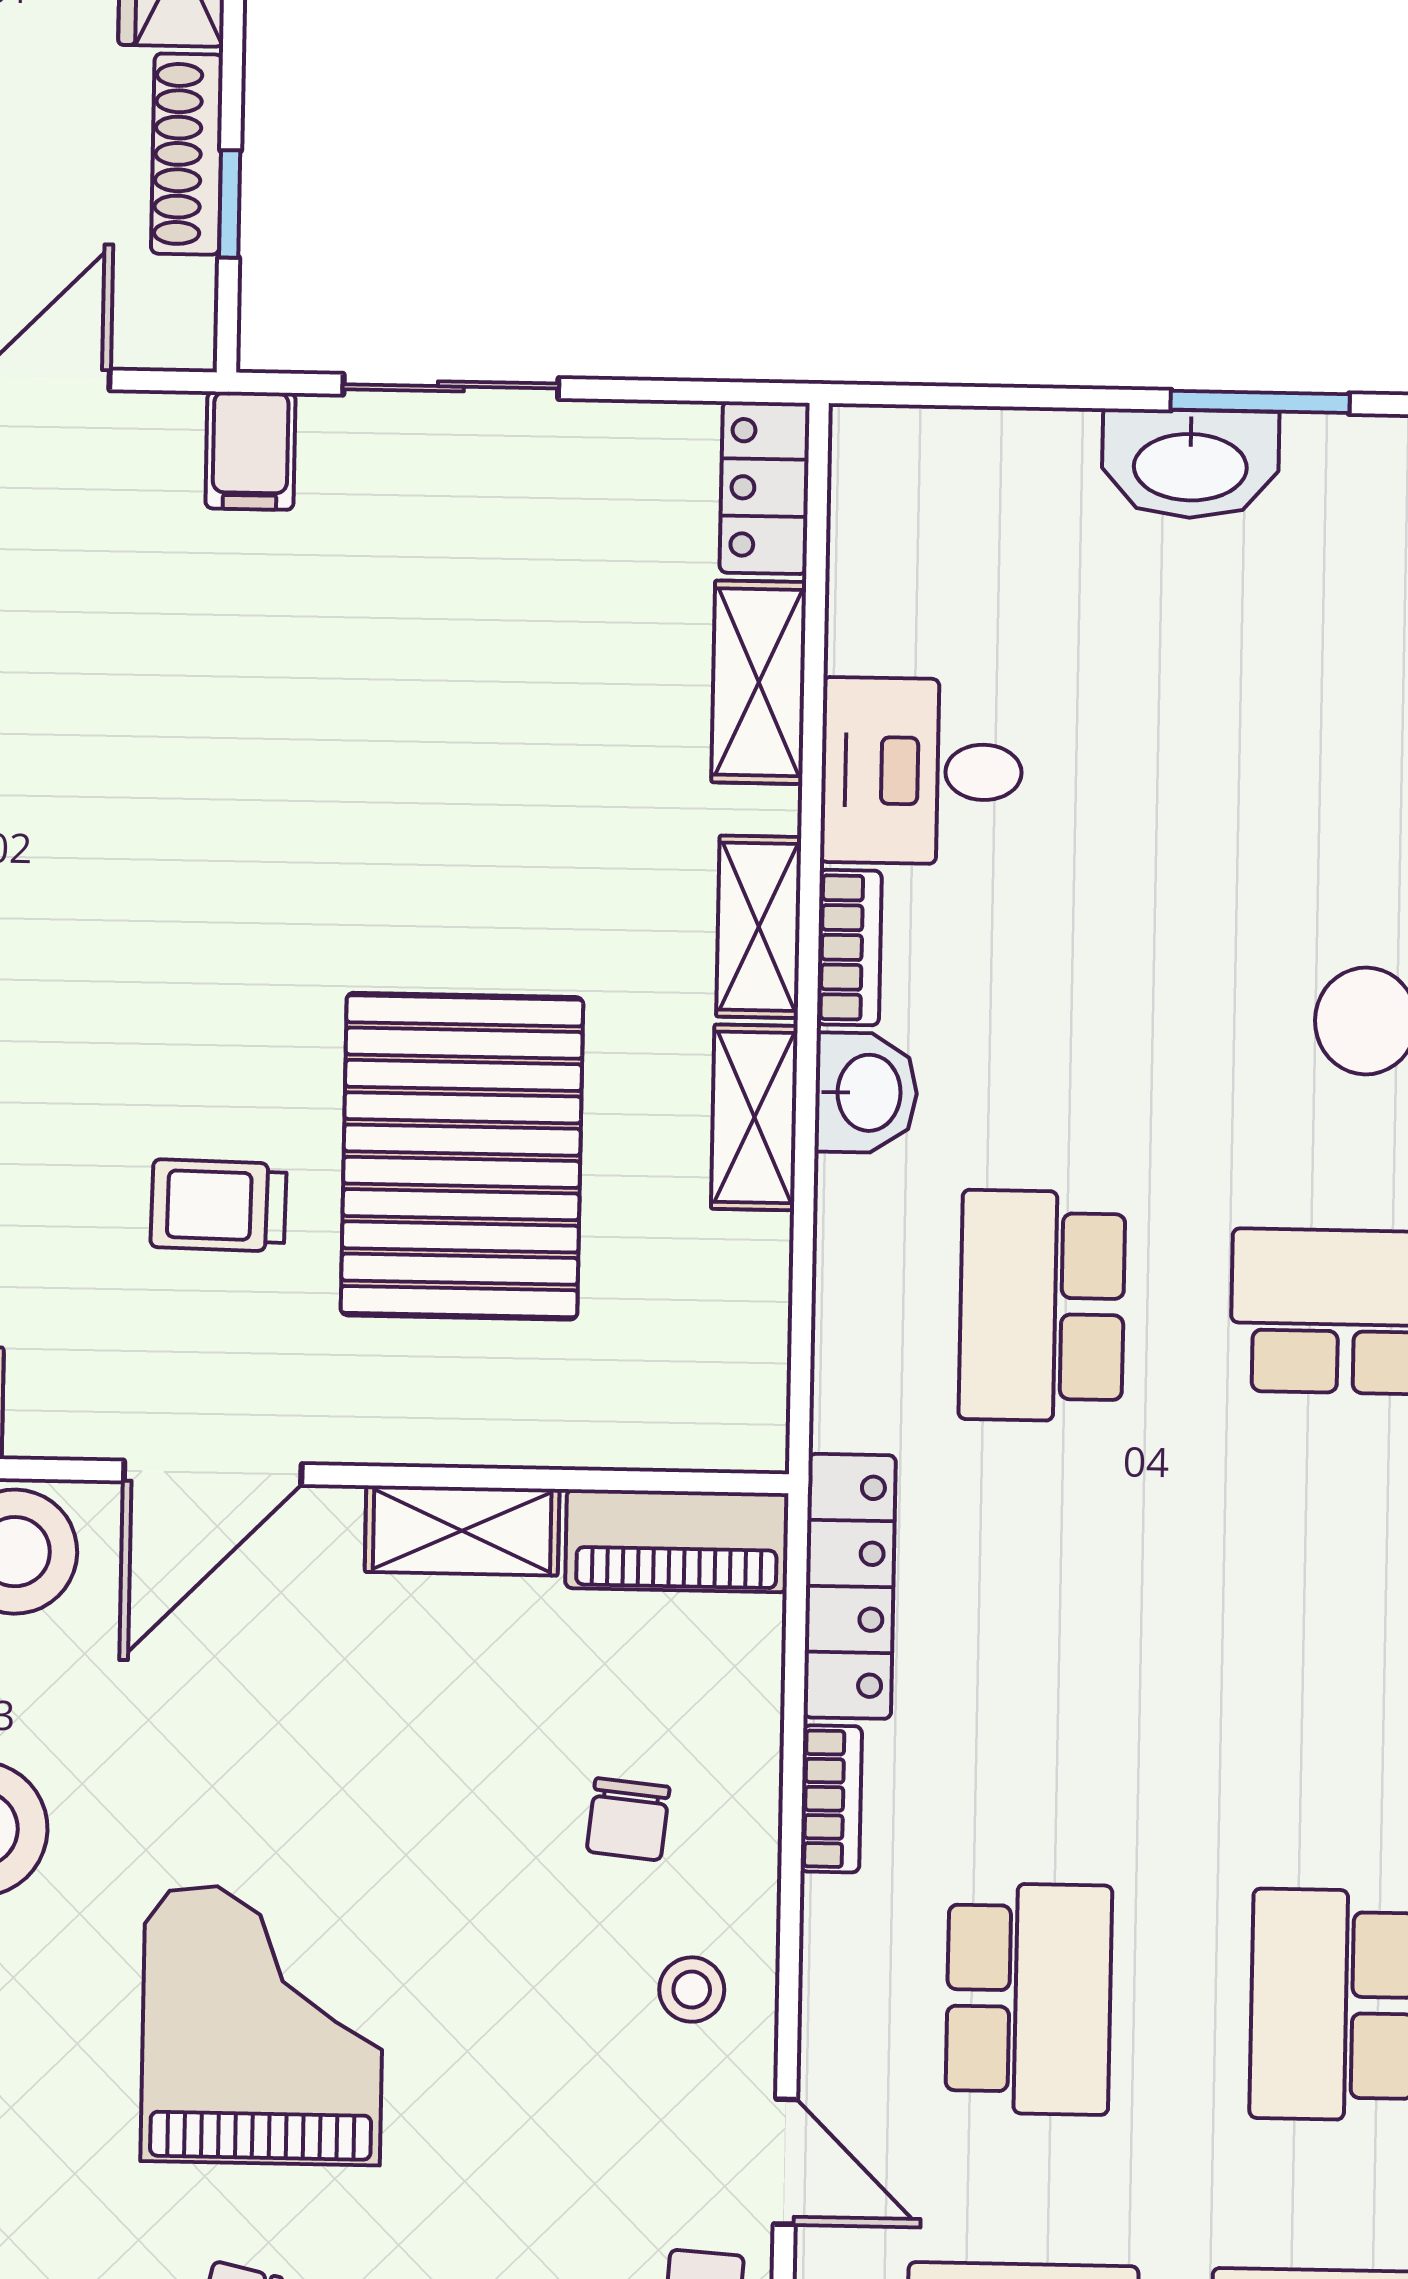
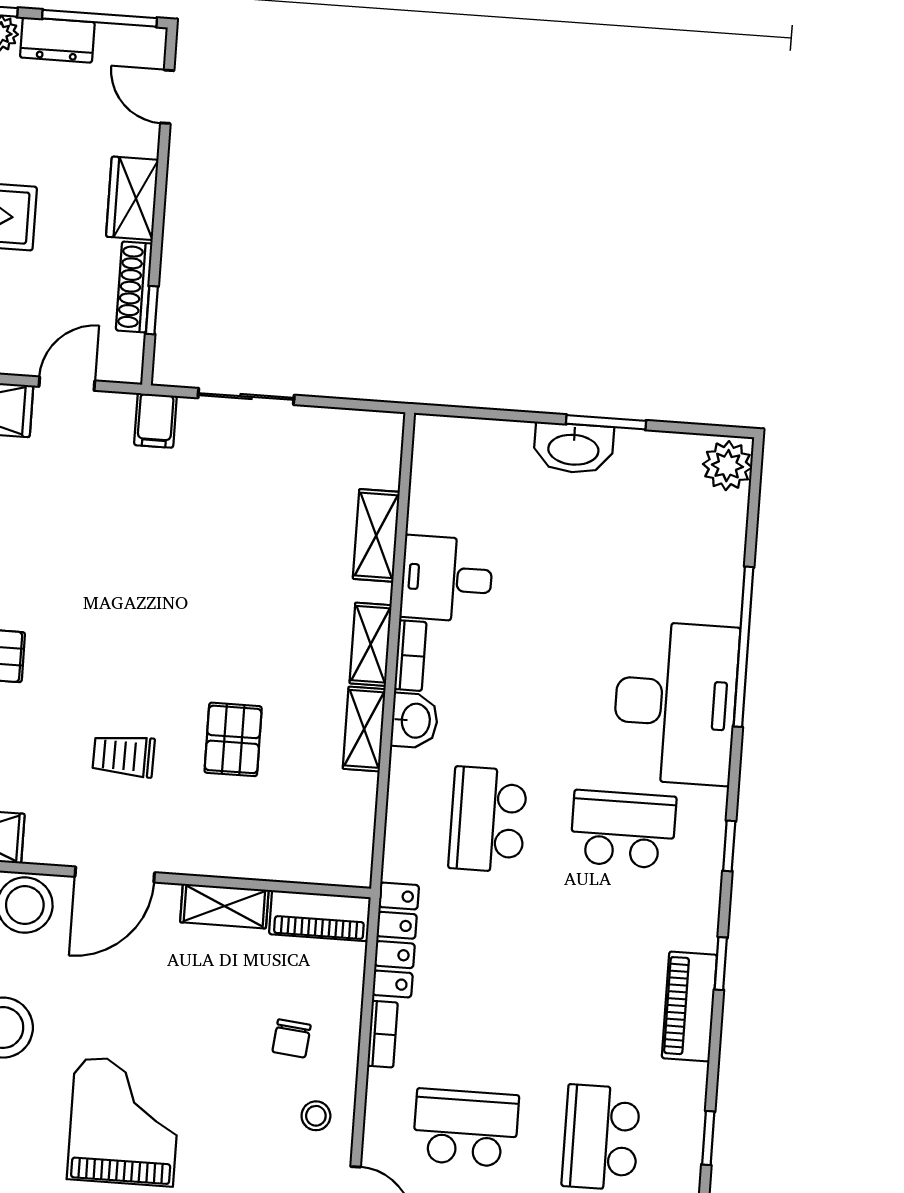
locker: (765, 488) -> (383, 449), removed
pallet: (462, 1156) -> (233, 739), width x0.49, depth x0.50
school desk: (1029, 1999) -> (466, 1128), turned -90

